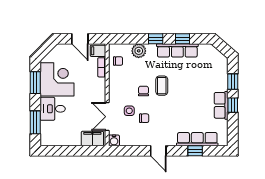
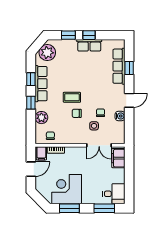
plant: (213, 57) -> (47, 53), added
desk: (53, 109) -> (114, 194), moved, turned -90
water cooler: (114, 140) -> (120, 116), moved

